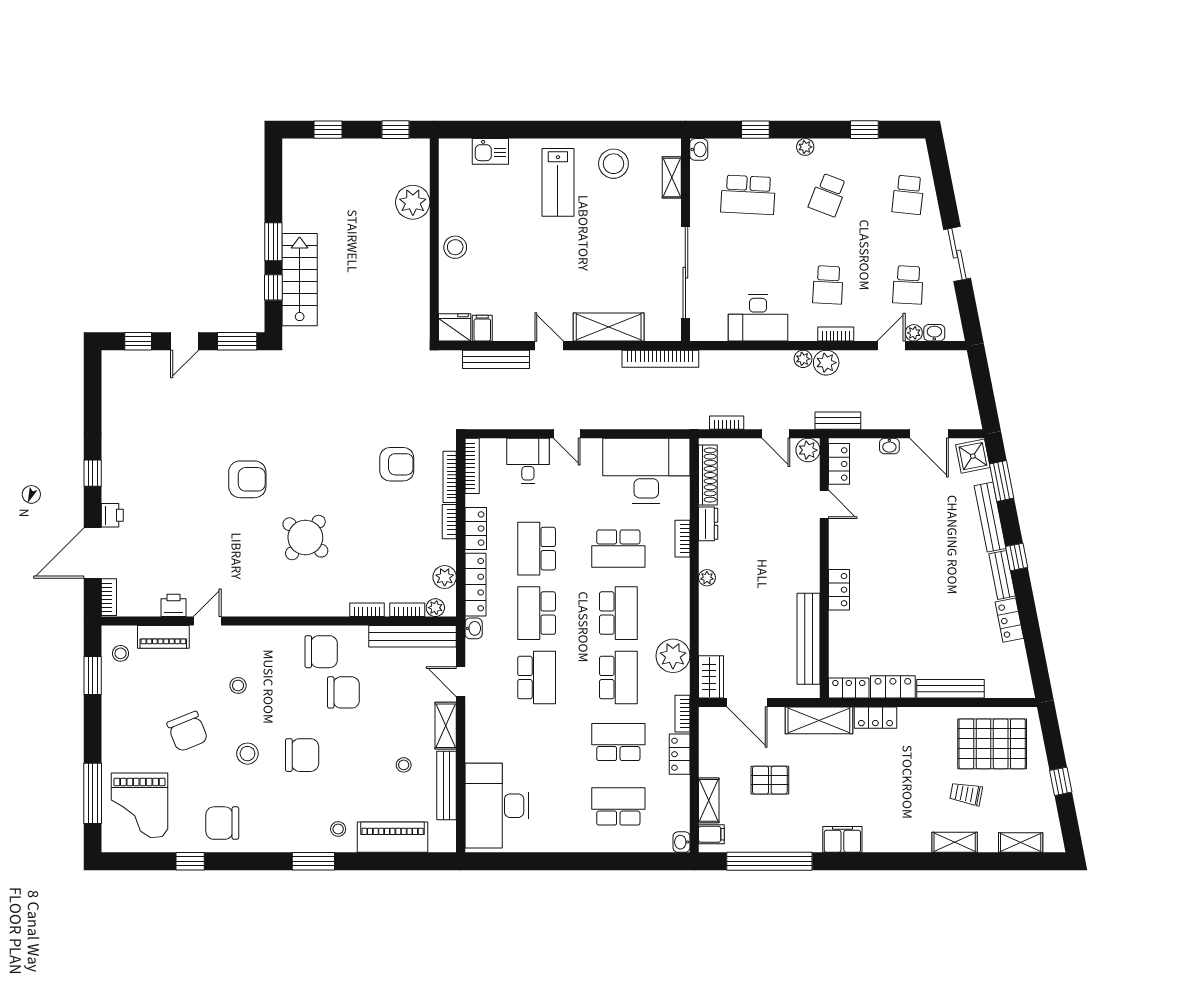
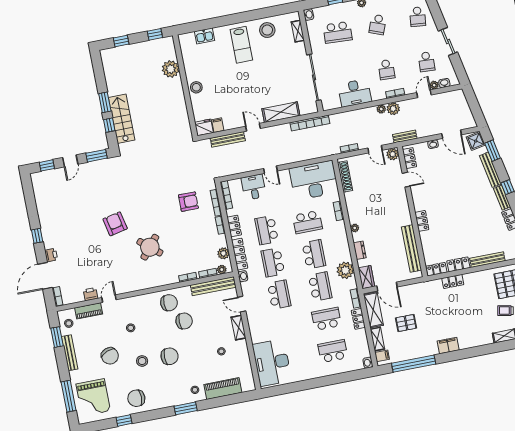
armchair: (247, 479) -> (115, 224), turned -102
dresser: (708, 524) -> (360, 250), moved
shelving: (819, 720) -> (373, 310), moved, turned 90
bench: (447, 785) -> (70, 353), moved

